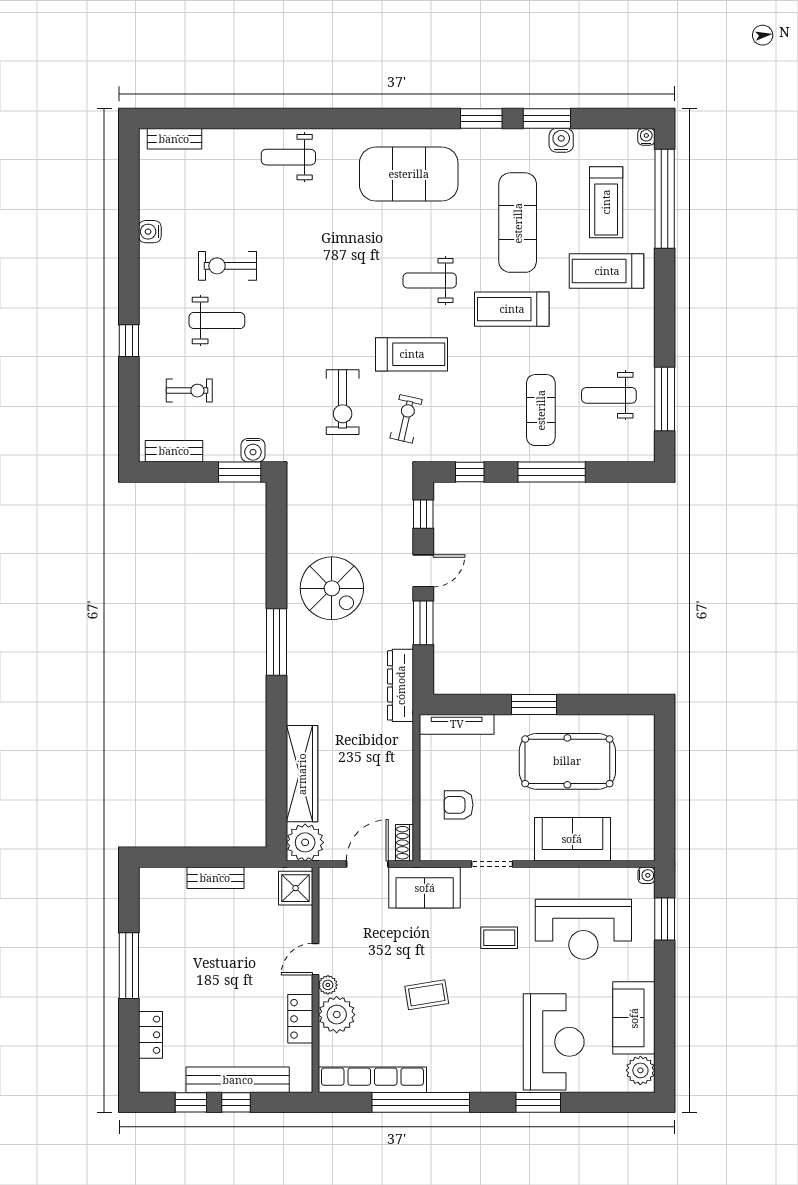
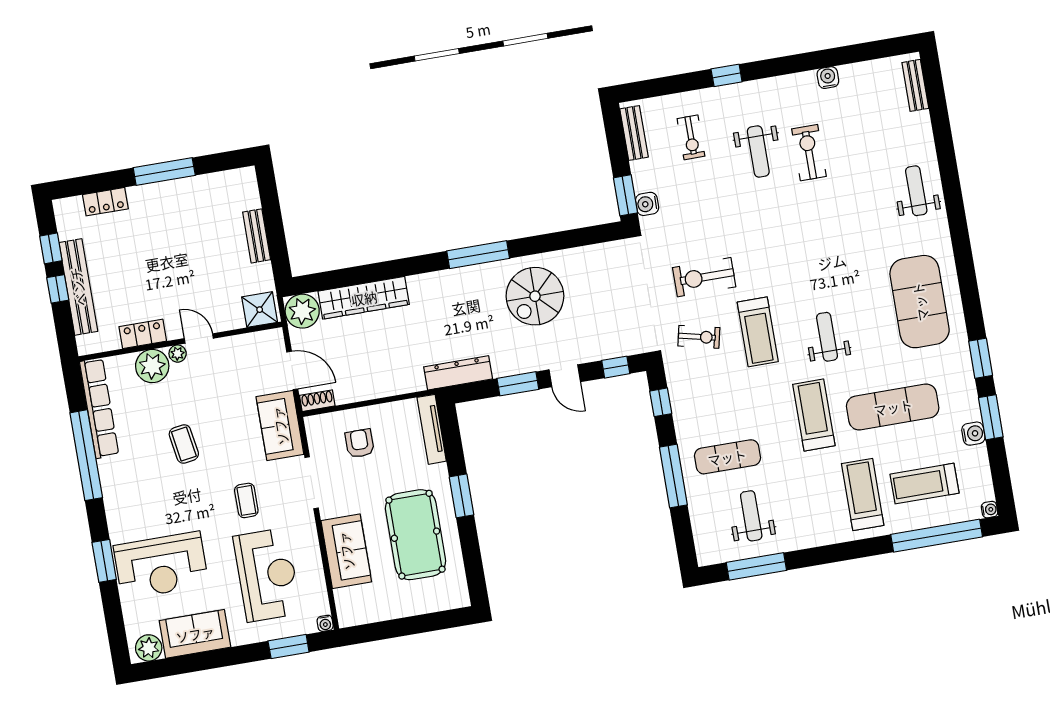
doorway: (492, 864) -> (312, 483), width x1.38
reception desk: (583, 929) -> (267, 575), turned 180

